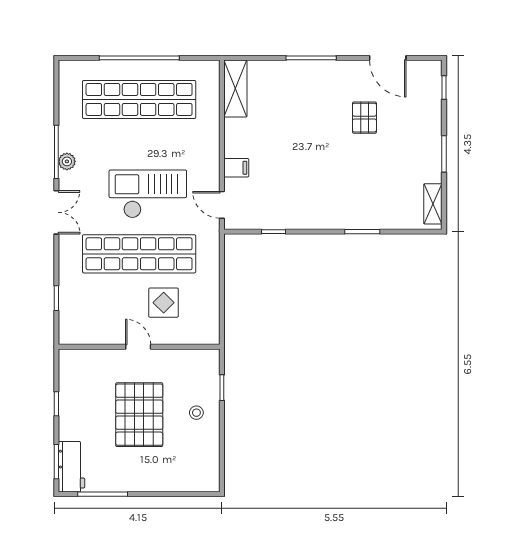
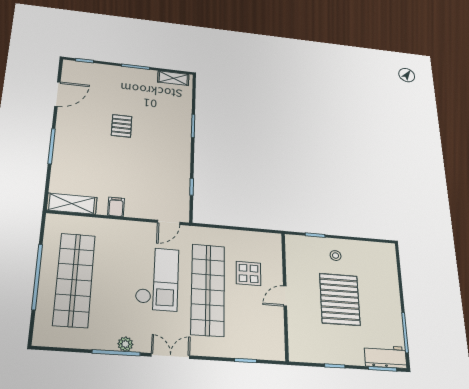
pallet: (364, 118) -> (122, 126), moved, turned 90
filing cabinet: (236, 168) -> (116, 207), moved
checkout: (148, 194) -> (157, 279), turned 180
pallet: (139, 415) -> (340, 299), turned 90

